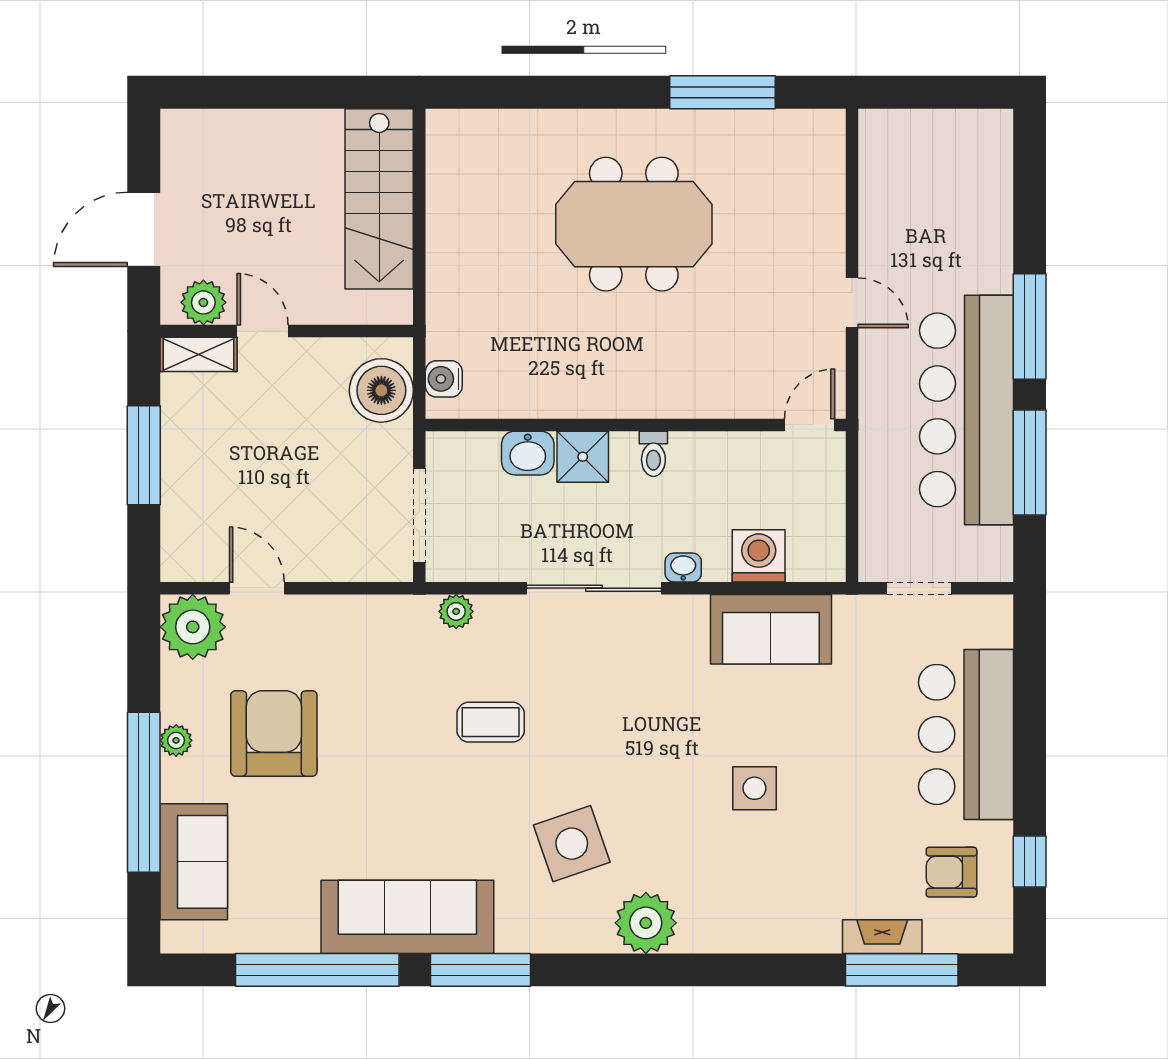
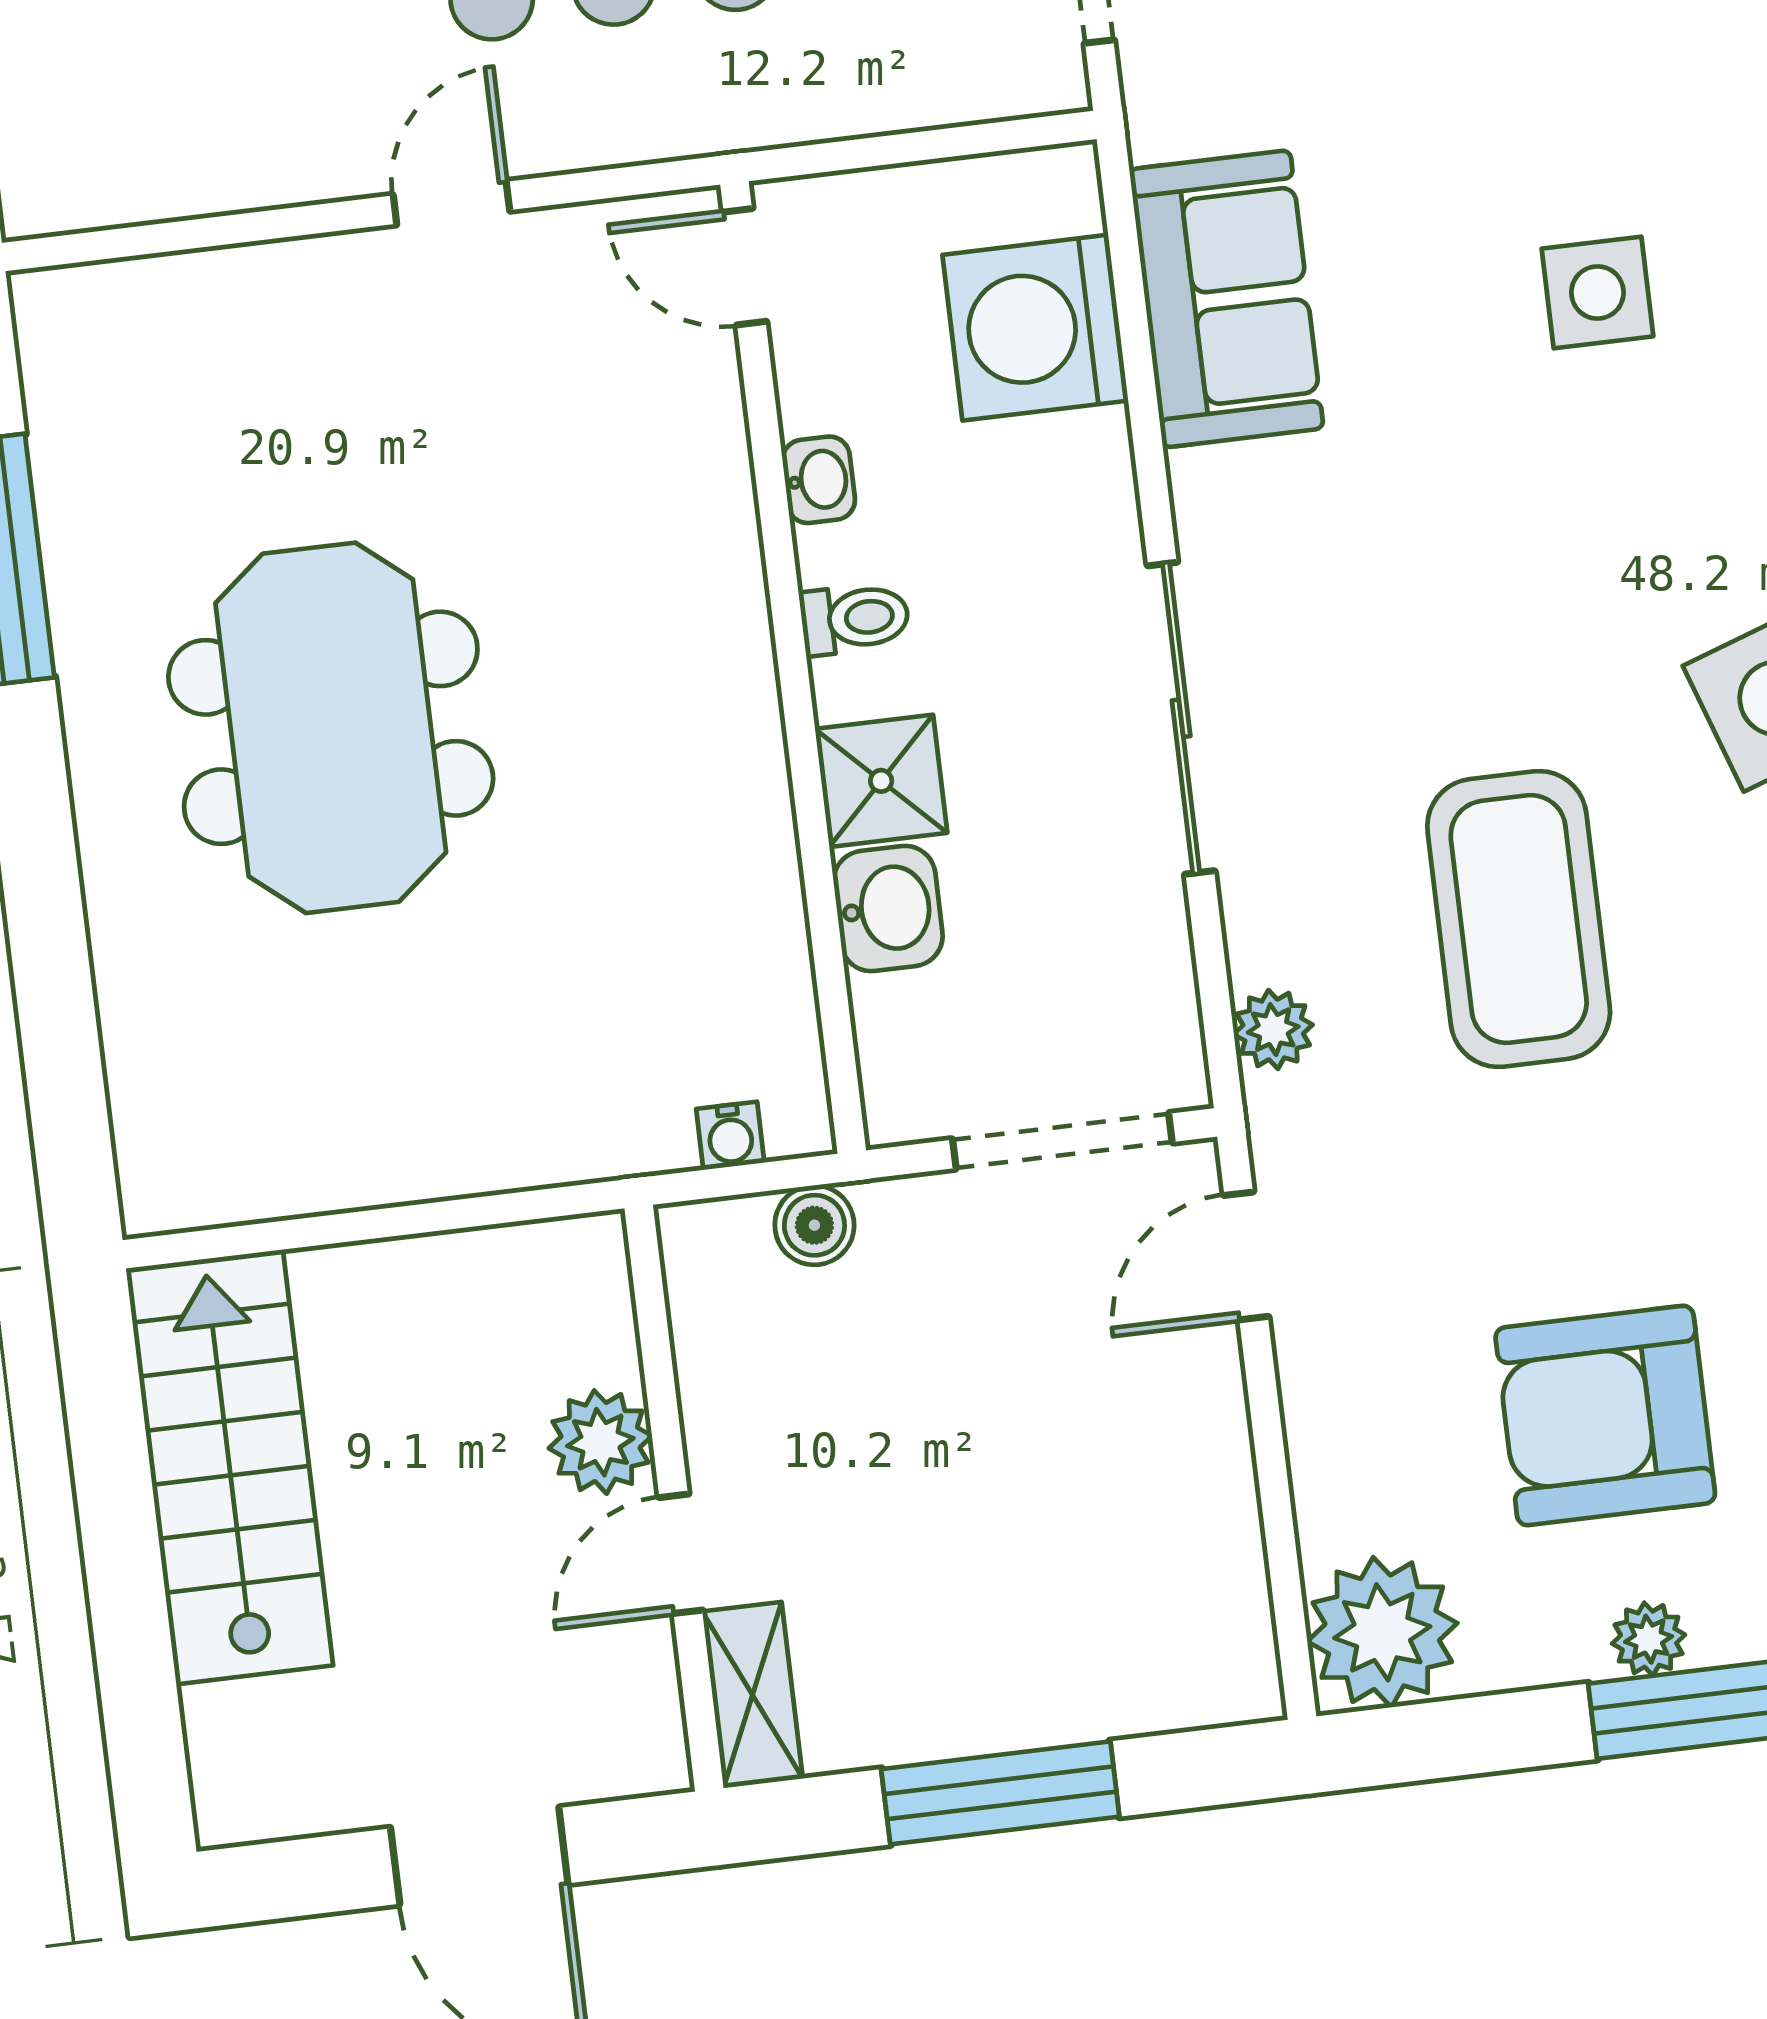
stairs: (379, 199) -> (230, 1467), moved, turned -90
plant: (203, 302) -> (600, 1442), moved
water cooler: (444, 379) -> (730, 1136), width x0.72, depth x0.72
boiler: (381, 390) -> (814, 1225), width x0.54, depth x0.54
washing machine: (759, 556) -> (1035, 328), width x1.37, depth x1.37
washbasin: (683, 568) -> (819, 480), moved, turned 180
door: (257, 588) -> (1246, 1256), moved
coffee table: (491, 722) -> (1519, 919), width x1.86, depth x1.72

